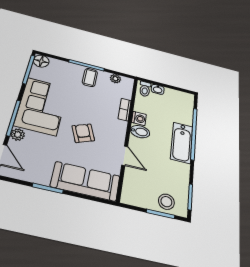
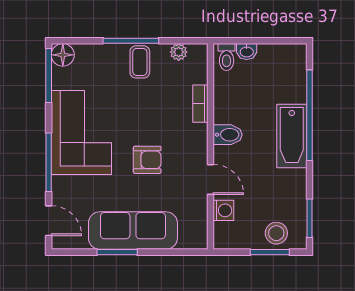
washing machine: (139, 118) -> (223, 210), moved
armchair: (83, 133) -> (147, 160), turned 112
plant: (18, 135) -> (61, 186), removed
sofa: (86, 181) -> (133, 231), moved

